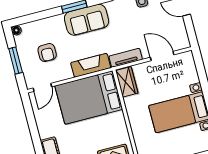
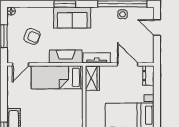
armchair: (47, 53) -> (32, 36), turned -69
dresser: (189, 62) -> (148, 76), added
bed: (89, 97) -> (57, 77), width x0.67

